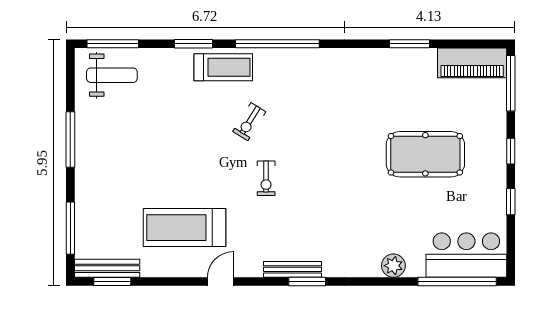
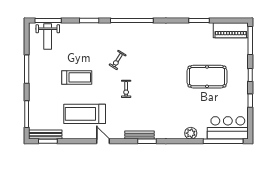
treadmill: (223, 67) -> (77, 77), moved
weight bench: (112, 75) -> (48, 36), turned 90
door: (221, 282) -> (103, 141), hinge flipped

